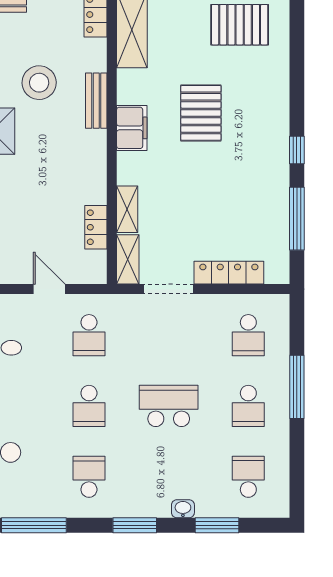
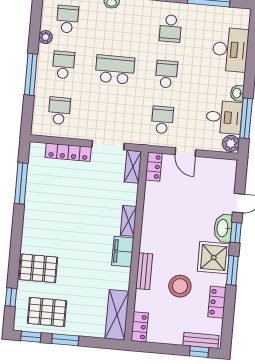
pallet: (201, 113) -> (38, 268), moved, turned 90
window: (297, 150) -> (11, 297), moved
shelving: (127, 209) -> (128, 221), moved
locker: (96, 227) -> (154, 167), moved
school desk: (169, 406) -> (115, 70), turned 180
plant: (279, 446) -> (46, 37), added
school desk: (248, 477) -> (67, 19), turned 180

